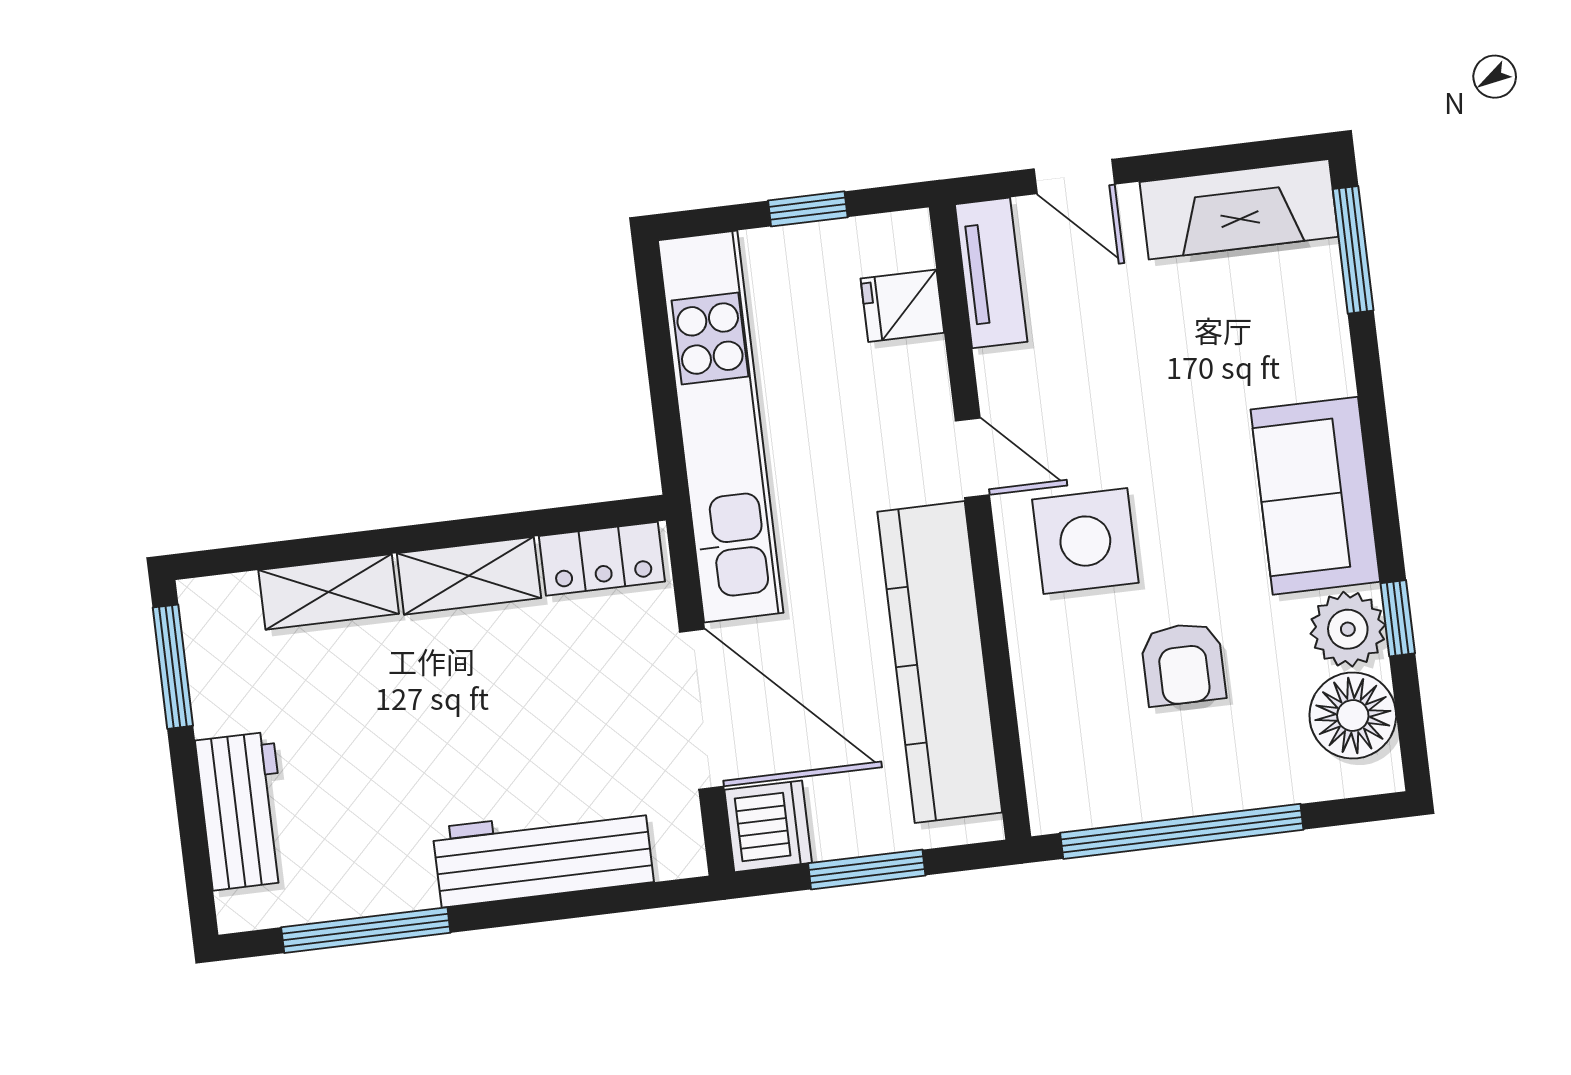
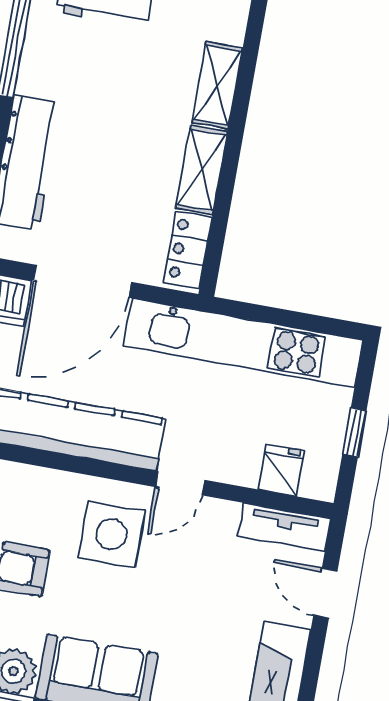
door: (1074, 177) -> (325, 593), hinge flipped

